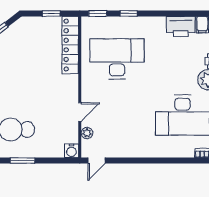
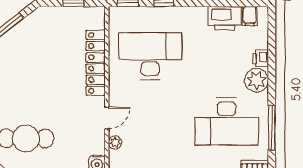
locker: (70, 45) -> (96, 63), moved

